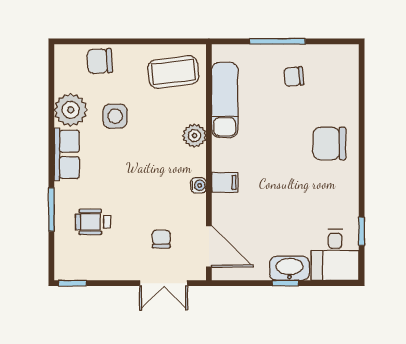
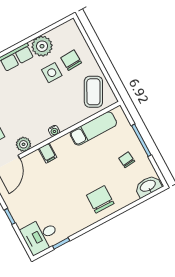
chair: (100, 61) -> (71, 60), moved
coffee table: (173, 72) -> (93, 92), turned 35
plant: (194, 135) -> (24, 144), moved
water cooler: (198, 185) -> (54, 131), moved
washbasin: (289, 268) -> (148, 186), moved, turned -90

